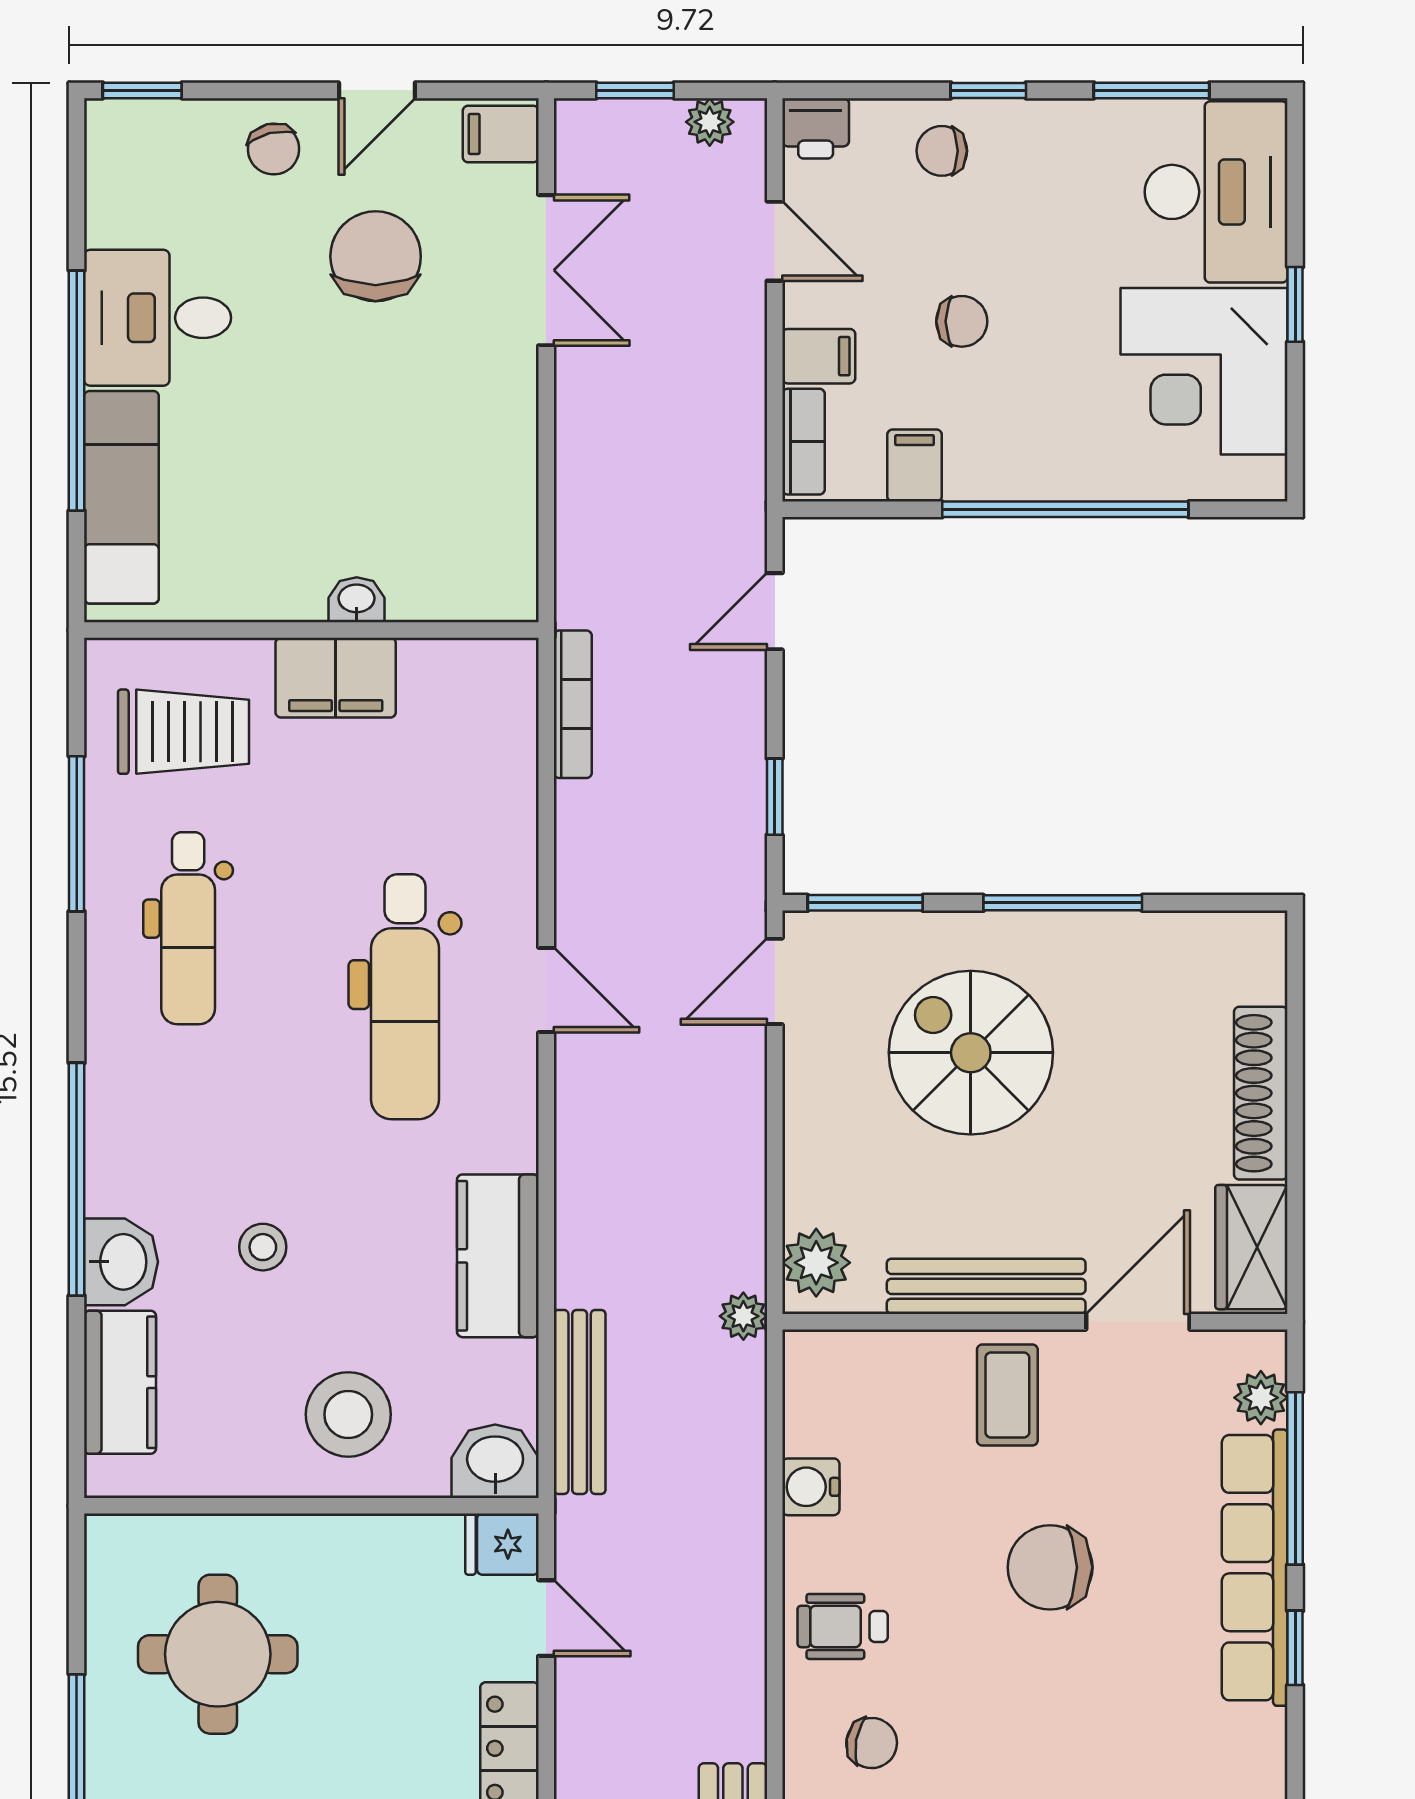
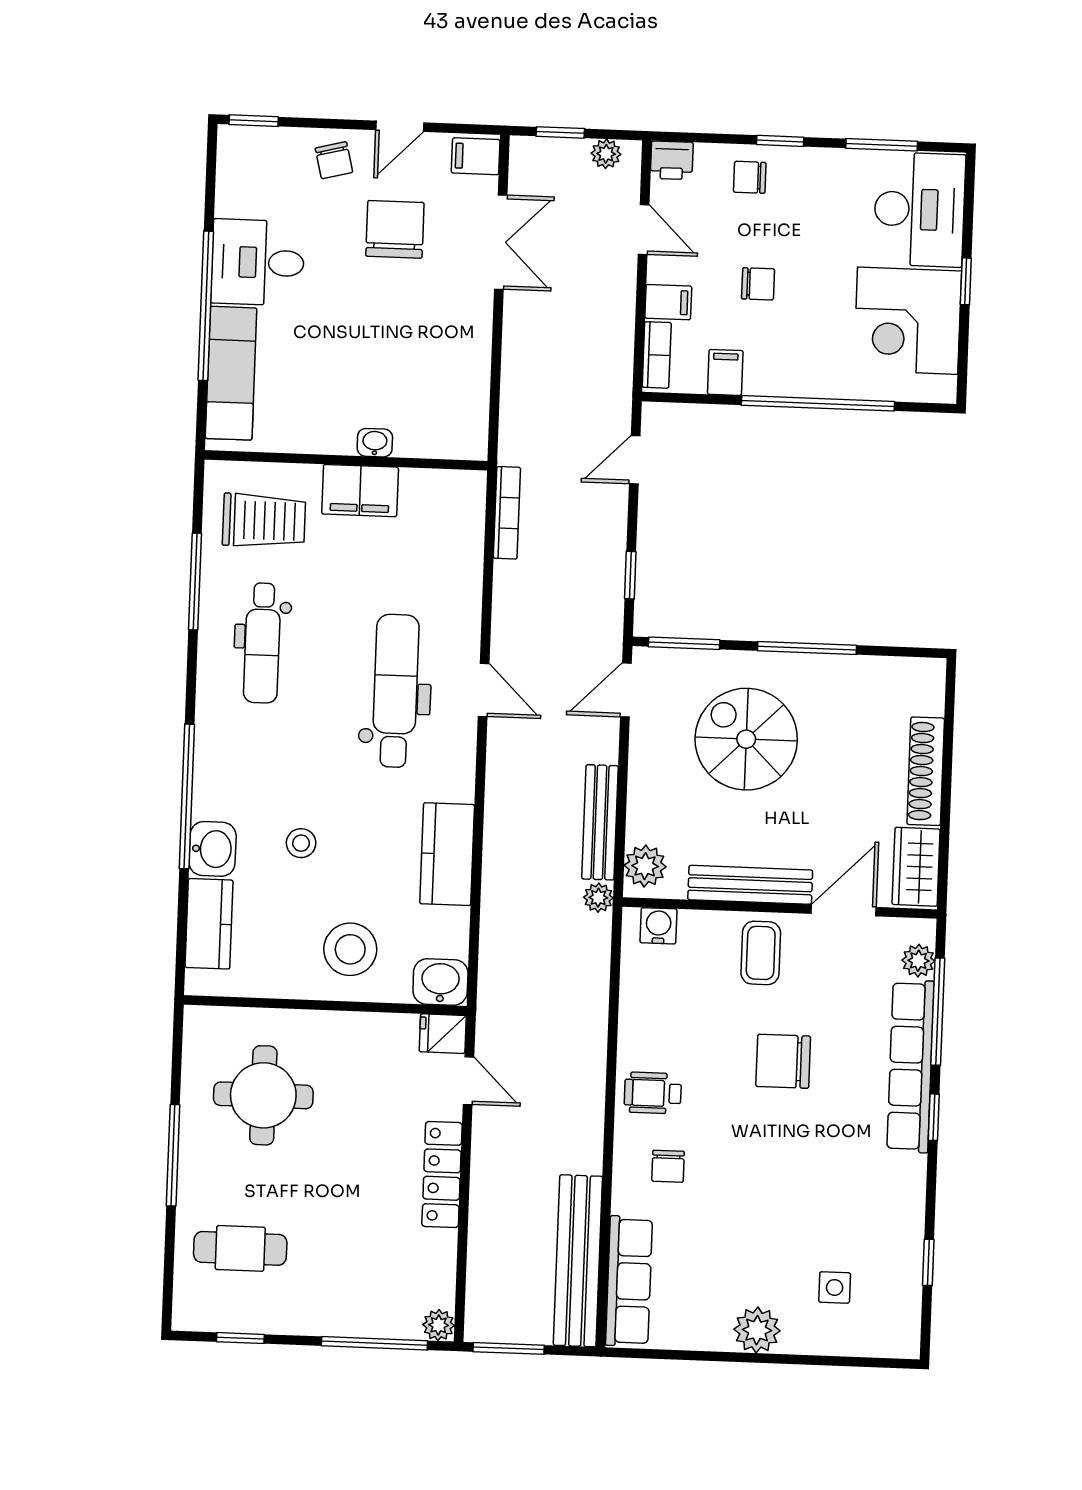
dental chair: (405, 997) -> (396, 691), turned 180
bench: (580, 1402) -> (600, 822), moved
water cooler: (811, 1487) -> (658, 926), moved, turned 90
chair: (872, 1743) -> (668, 1166), turned 80

